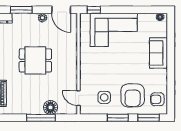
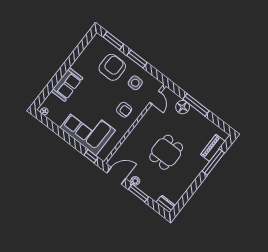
window: (21, 10) -> (138, 193), moved
door: (61, 10) -> (116, 176), hinge flipped
dining table: (35, 60) -> (166, 152), turned 90
armchair: (157, 99) -> (124, 110), moved

